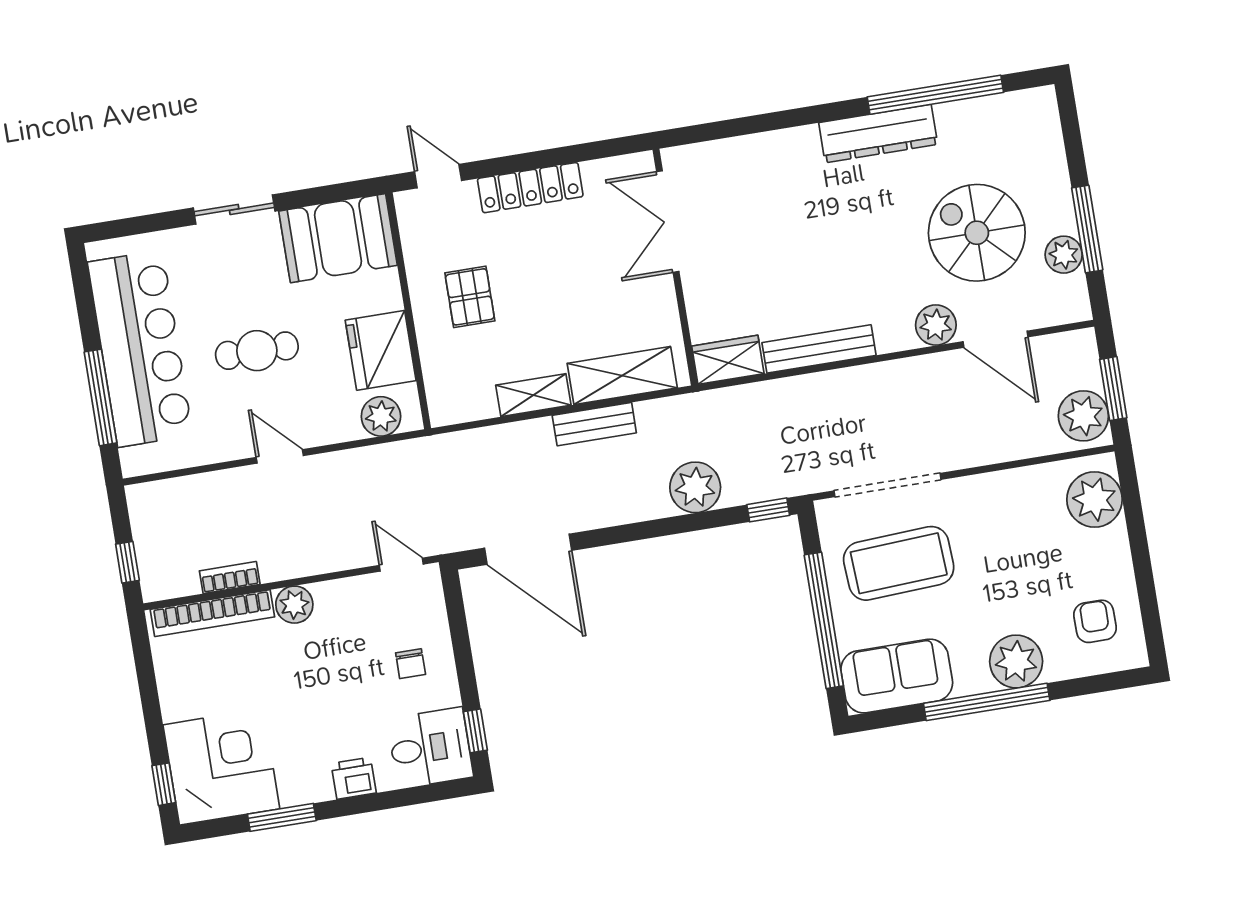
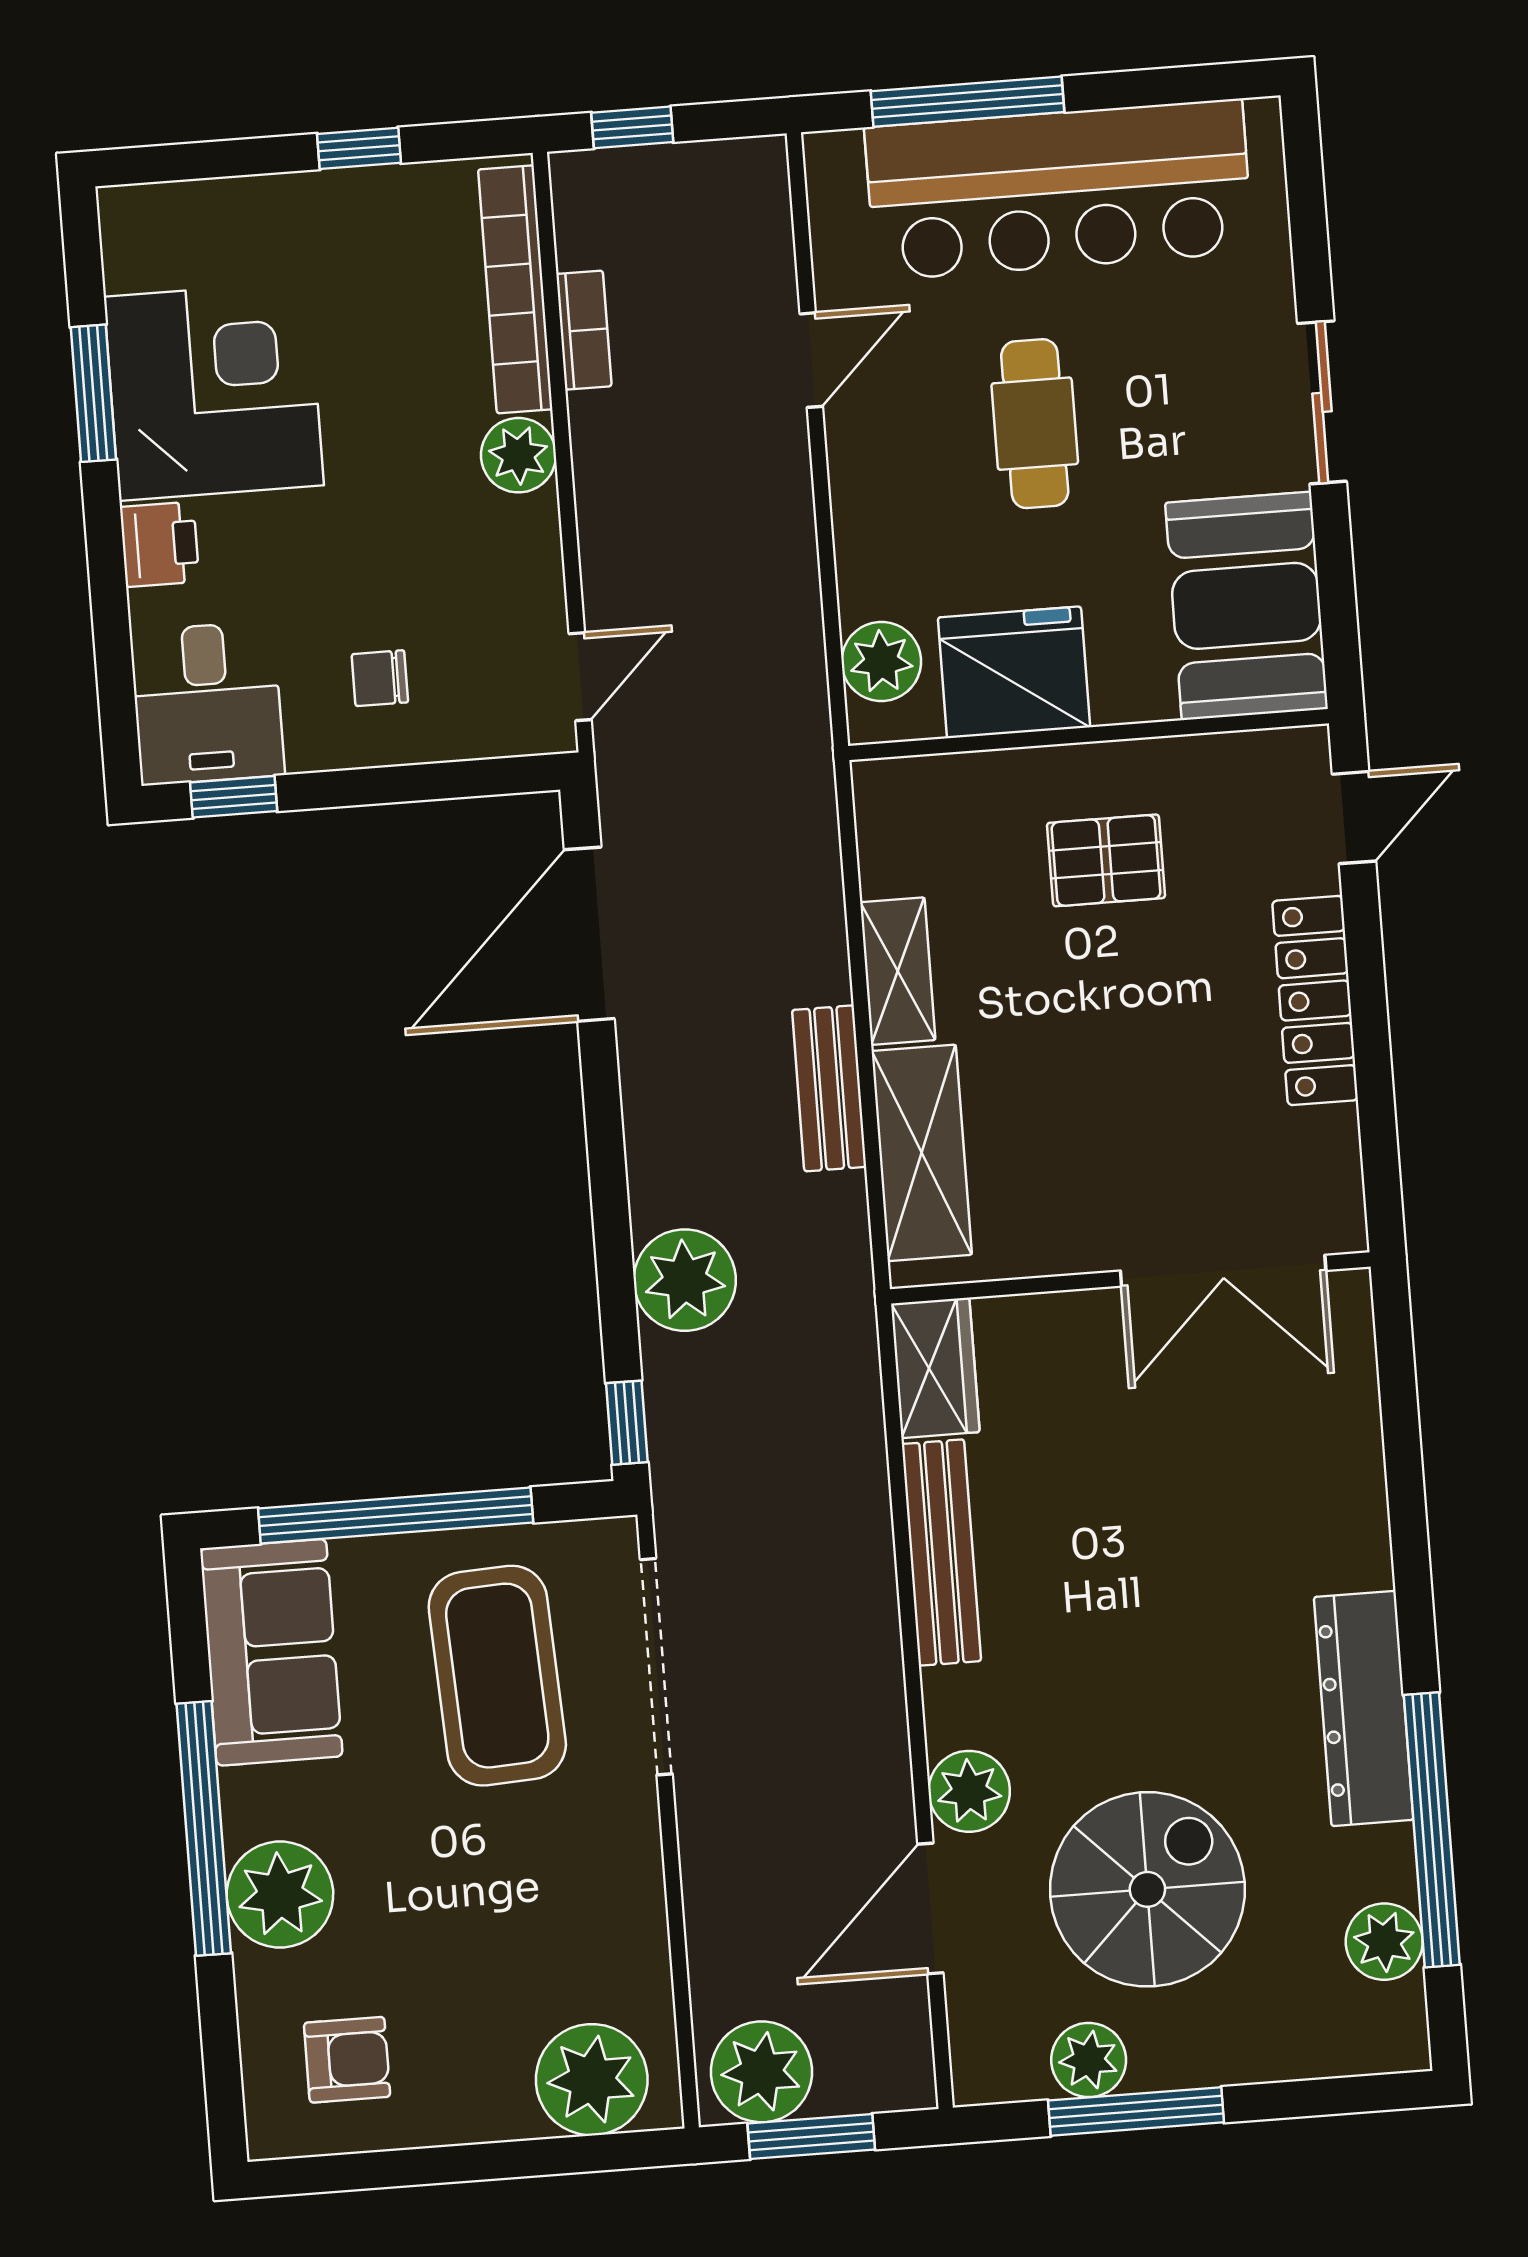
plant: (993, 113) -> (1384, 1942), added
double door: (668, 222) -> (1223, 1271), swing flipped
door: (280, 456) -> (811, 360), moved
corner desk: (221, 767) -> (214, 391), moved, turned -90
window: (164, 784) -> (359, 148), moved

